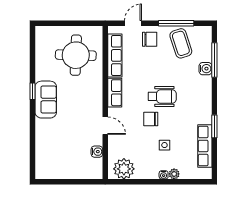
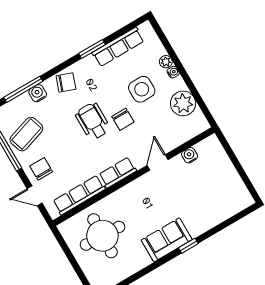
window: (32, 91) -> (188, 246), moved
chair: (201, 93) -> (66, 83), added
side table: (164, 145) -> (142, 89), width x1.87, depth x1.87
plant: (124, 169) -> (183, 103), moved

